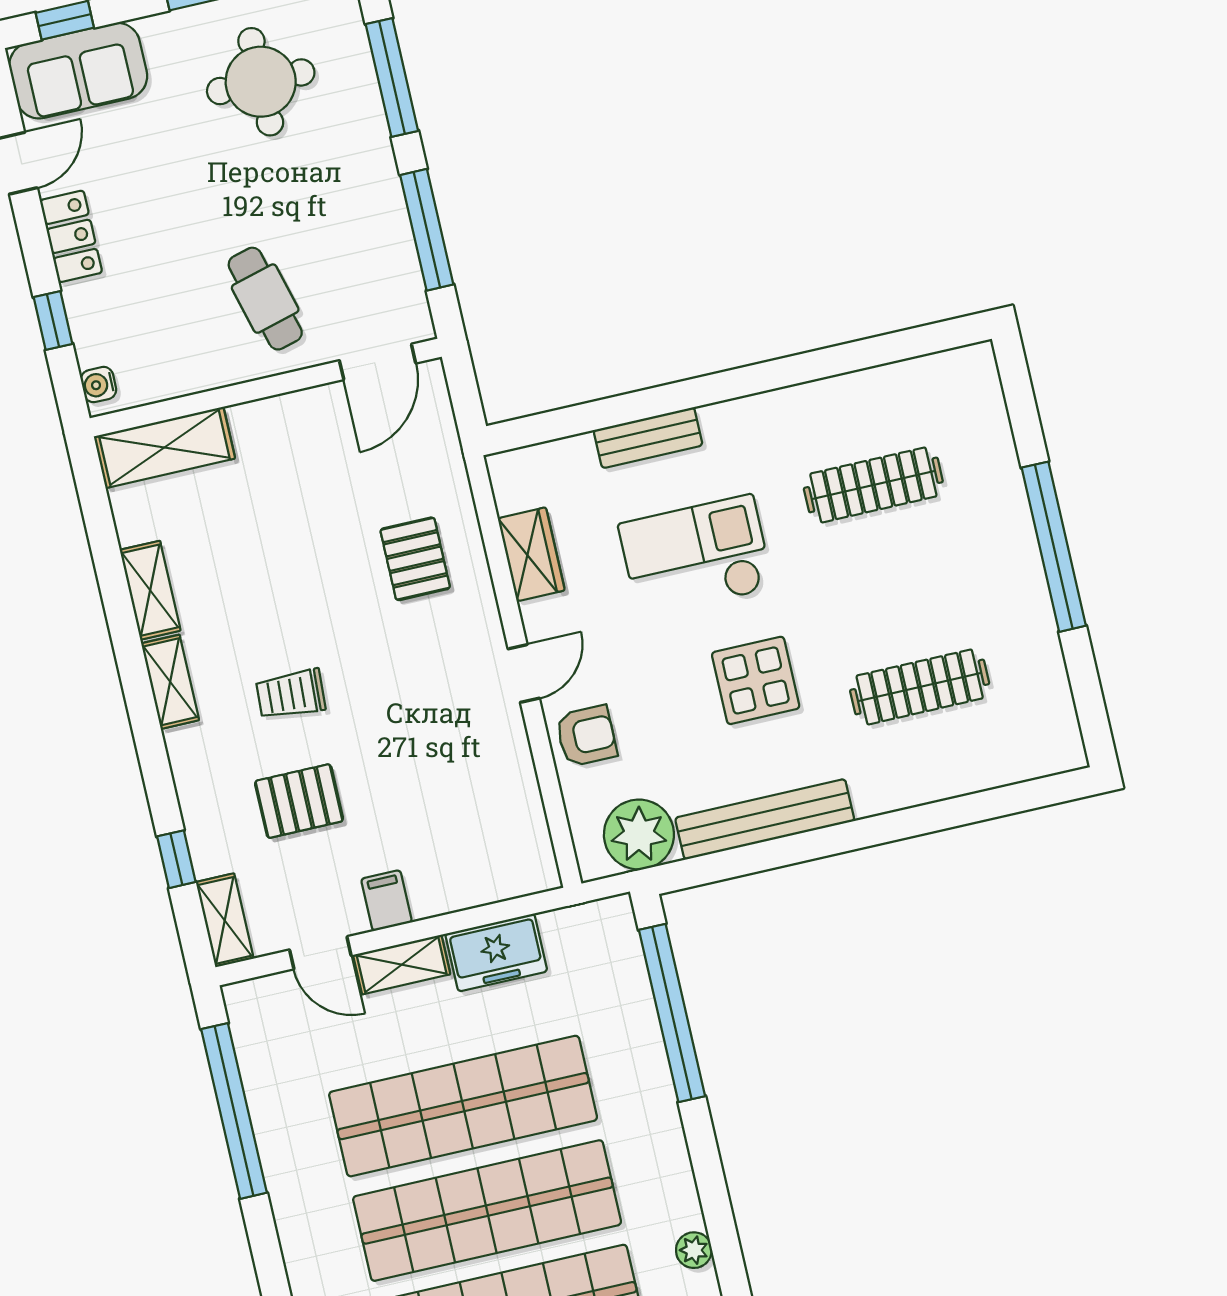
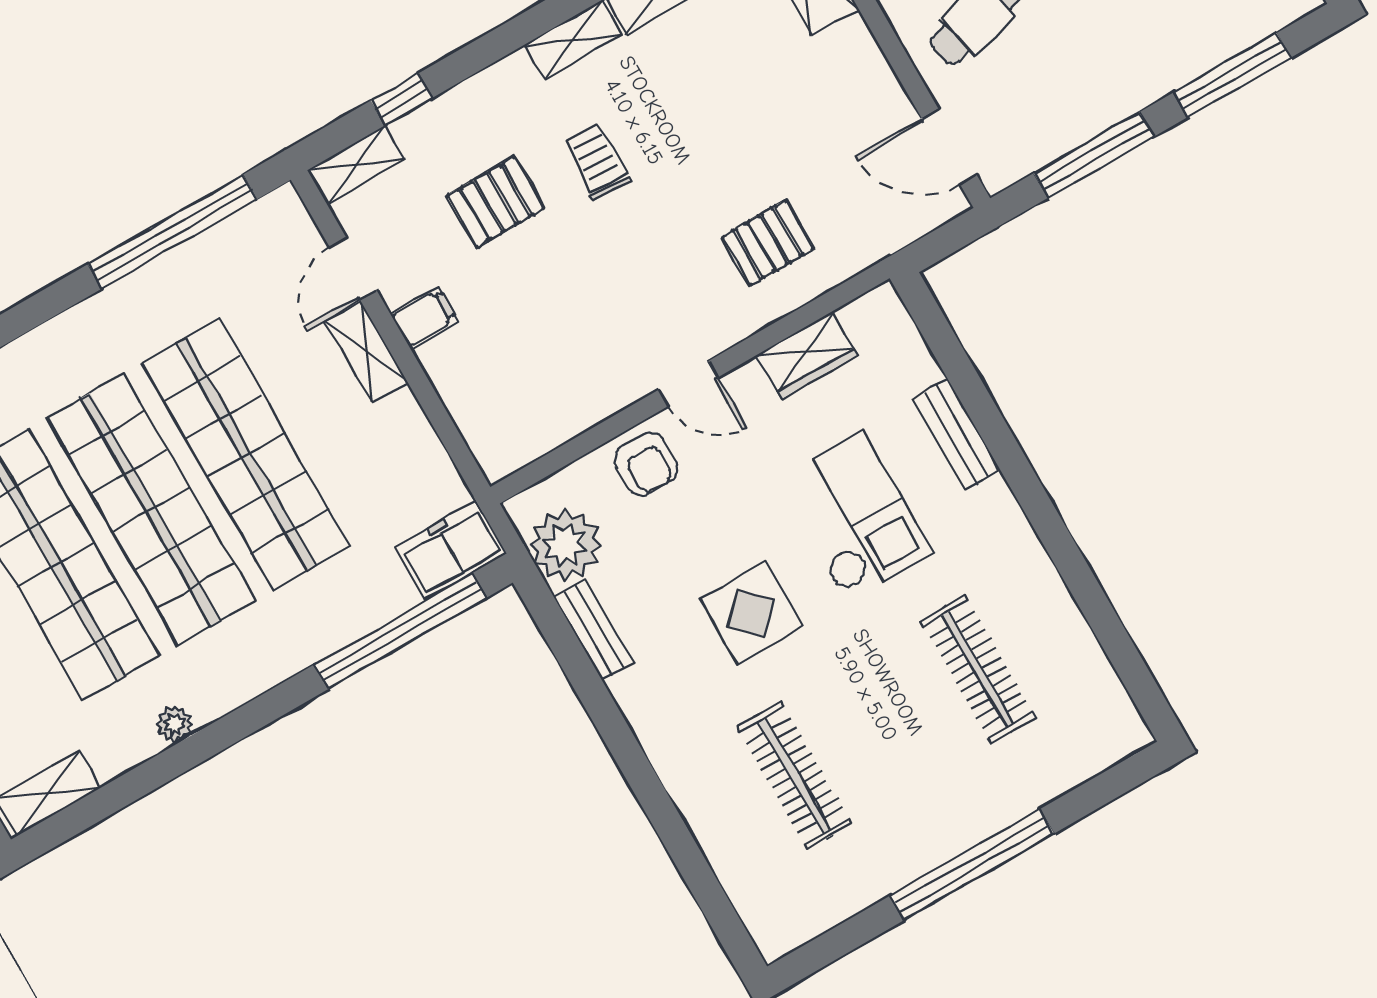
pallet: (299, 801) -> (495, 202), turned 90
bench: (765, 819) -> (594, 630), width x0.54, depth x0.82
freezer: (496, 953) -> (451, 550), moved, turned 90

